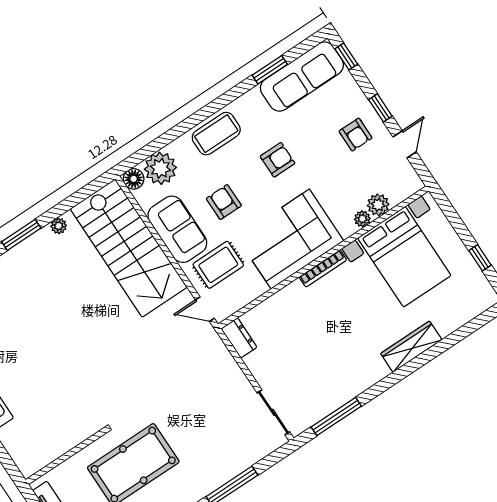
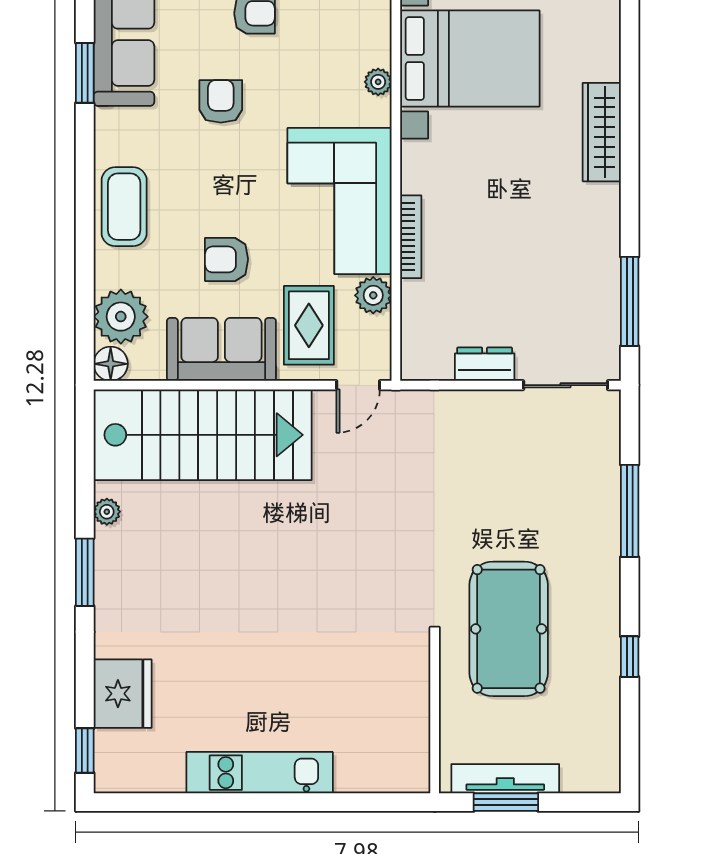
armchair: (278, 160) -> (221, 101), moved
plant: (378, 205) -> (373, 295), moved
bookcase: (323, 268) -> (411, 237), moved
dresser: (239, 338) -> (485, 364), moved

